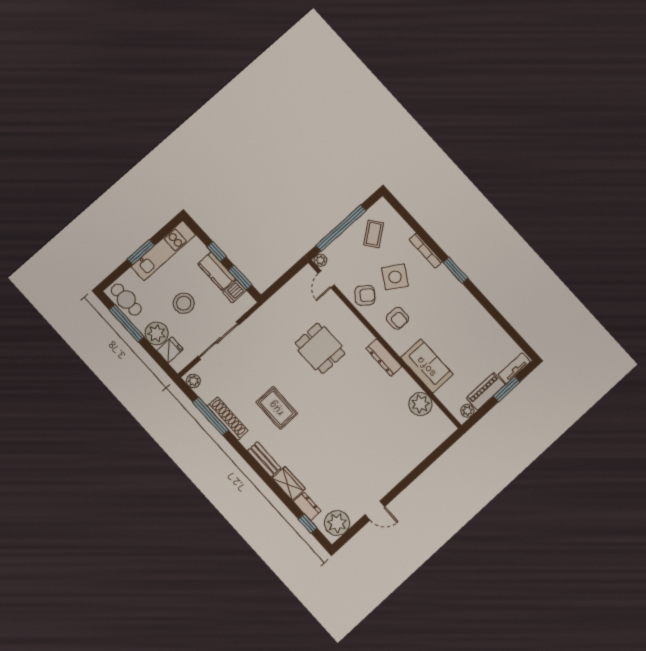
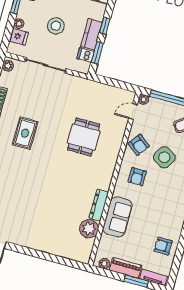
plant: (157, 333) -> (19, 24), width x0.53, depth x0.53
armchair: (487, 337) -> (163, 246), added
dresser: (384, 357) -> (99, 205), moved

